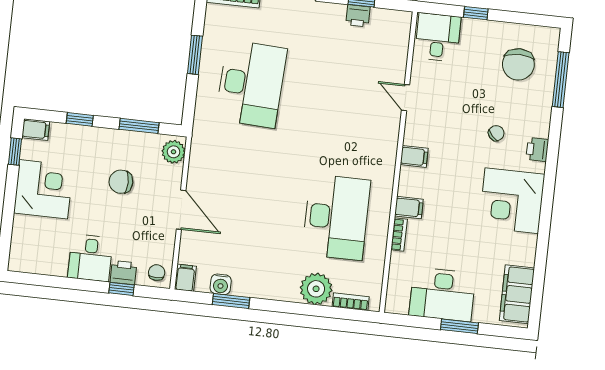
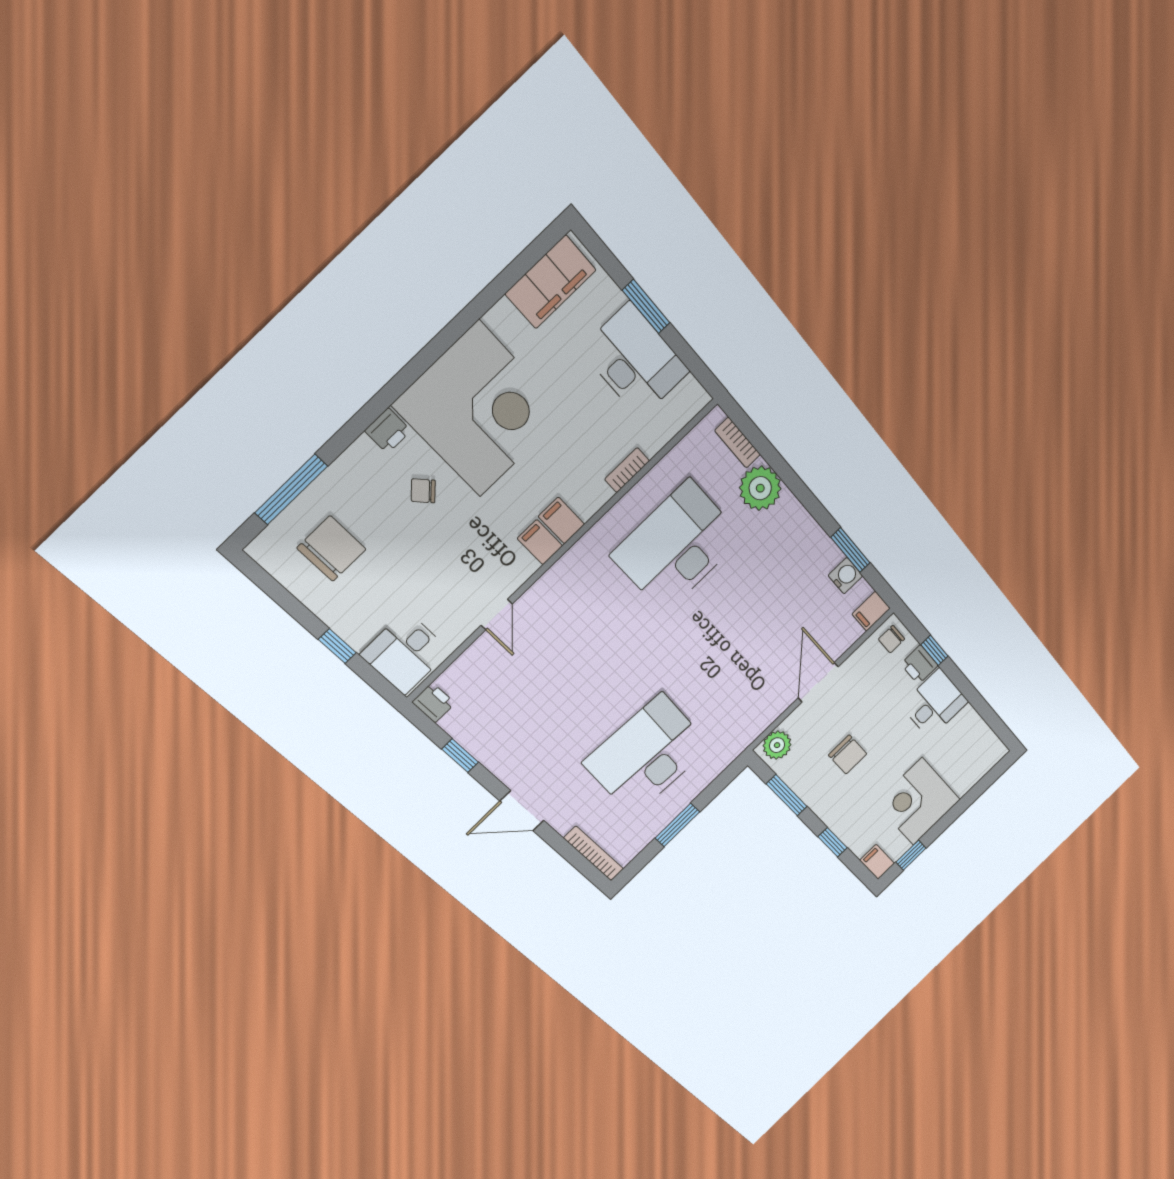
printer: (358, 16) -> (434, 703), moved
corner desk: (512, 201) -> (480, 409), width x1.36, depth x1.36
filing cabinet: (409, 208) -> (561, 520), moved

